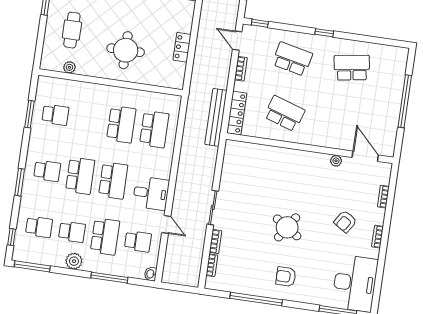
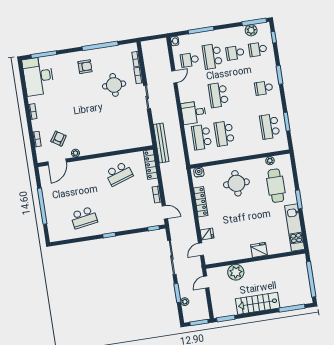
cafe table: (72, 30) -> (276, 186), width x1.37, depth x1.35
locker: (182, 47) -> (201, 202), width x1.53
school desk: (292, 59) -> (125, 211), removed
water cooler: (173, 82) -> (199, 172), added
school desk: (284, 114) -> (119, 174), turned -36
school desk: (55, 115) -> (270, 127), width x1.85
bench: (216, 117) -> (161, 143), moved
door: (365, 156) -> (57, 162), hinge flipped
school desk: (80, 176) -> (241, 91), removed
desk: (151, 193) -> (194, 112), moved
armchair: (345, 222) -> (59, 139), moved
door: (166, 224) -> (174, 77), swing flipped
round table: (287, 227) -> (114, 85), moved, turned -33
plant: (74, 261) -> (251, 30), moved

